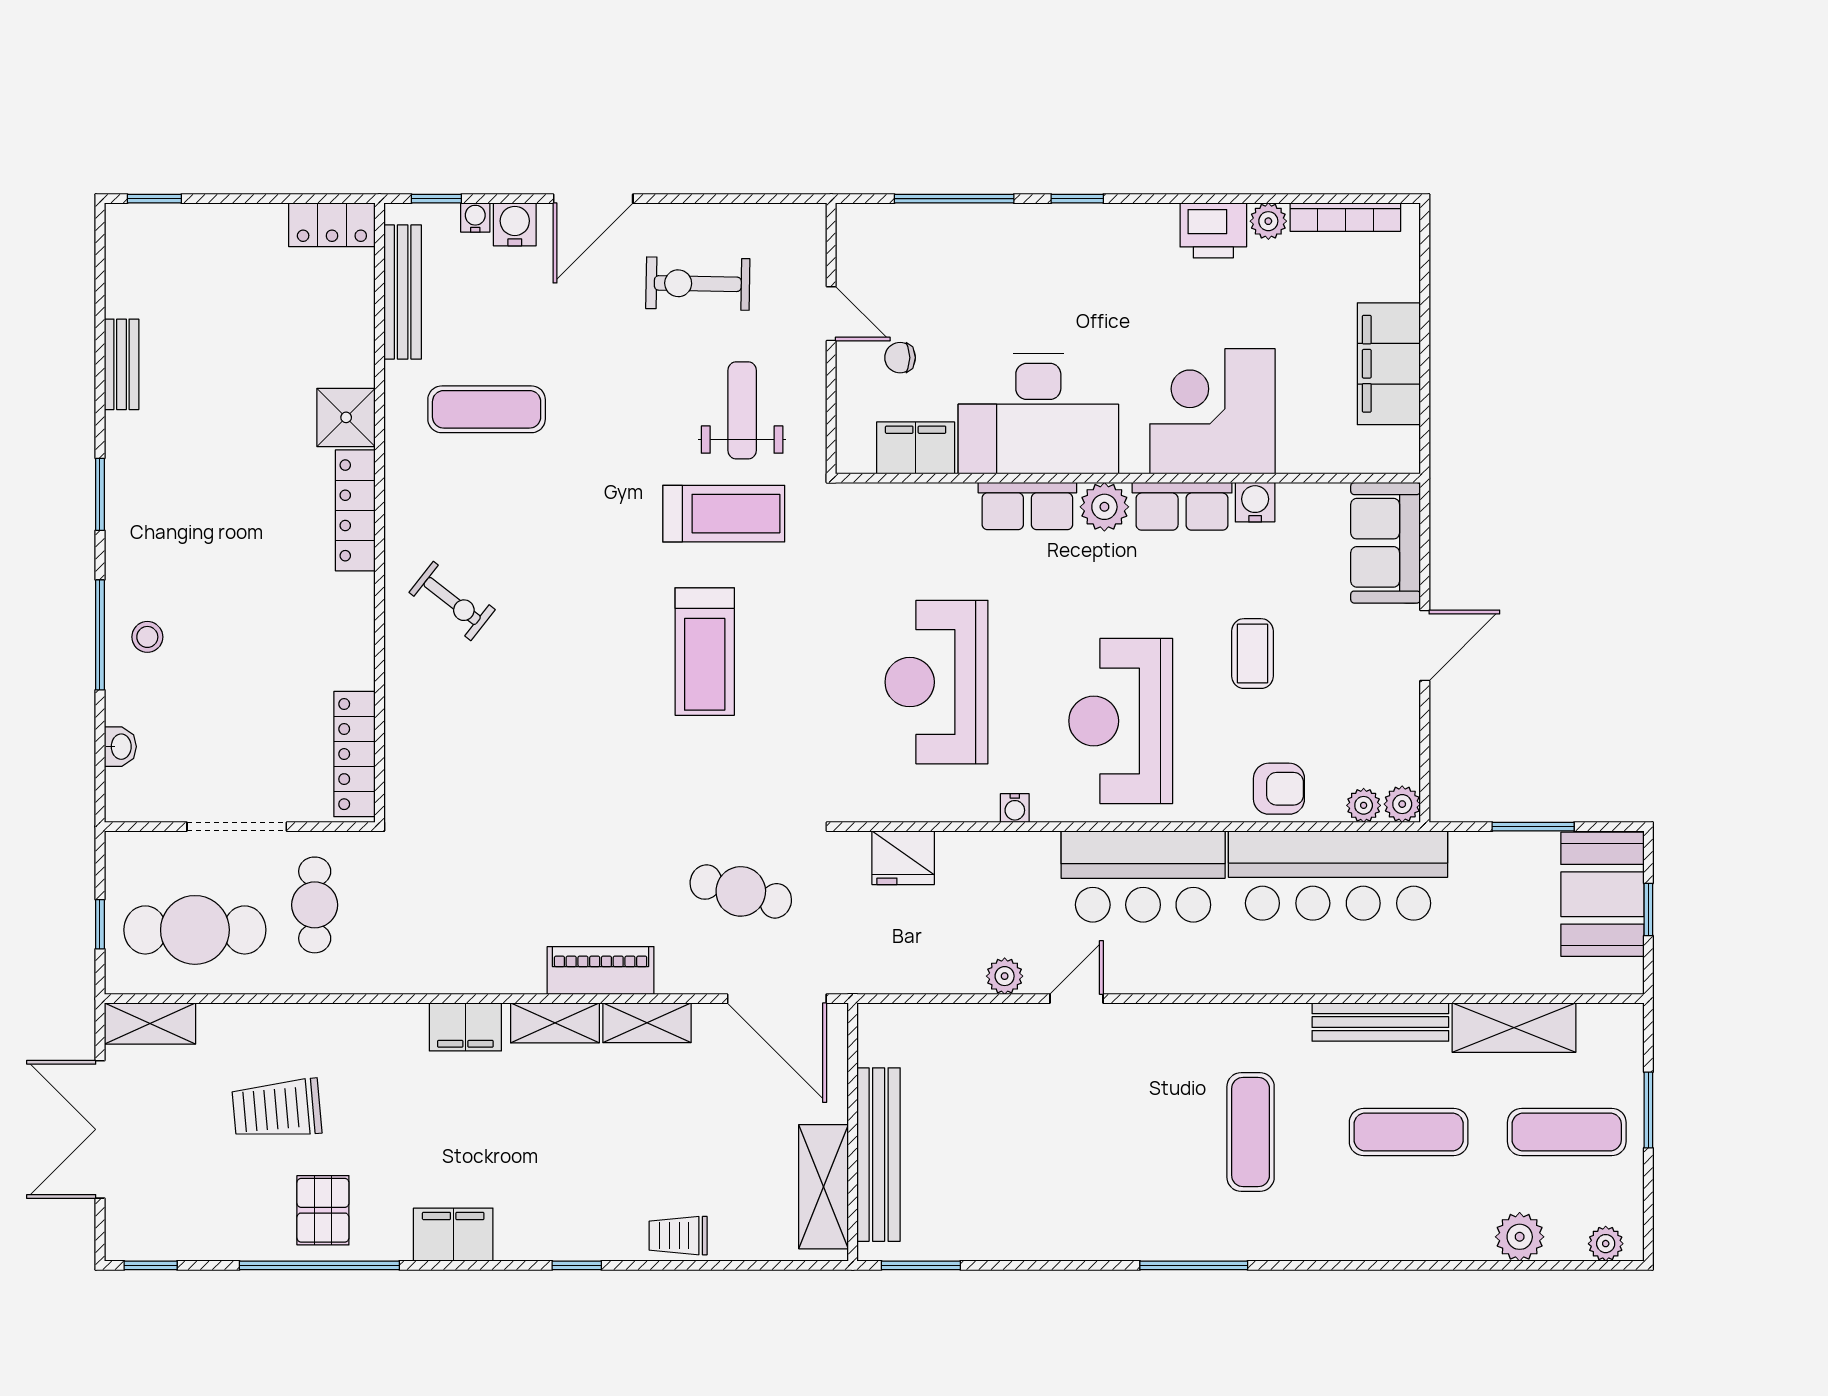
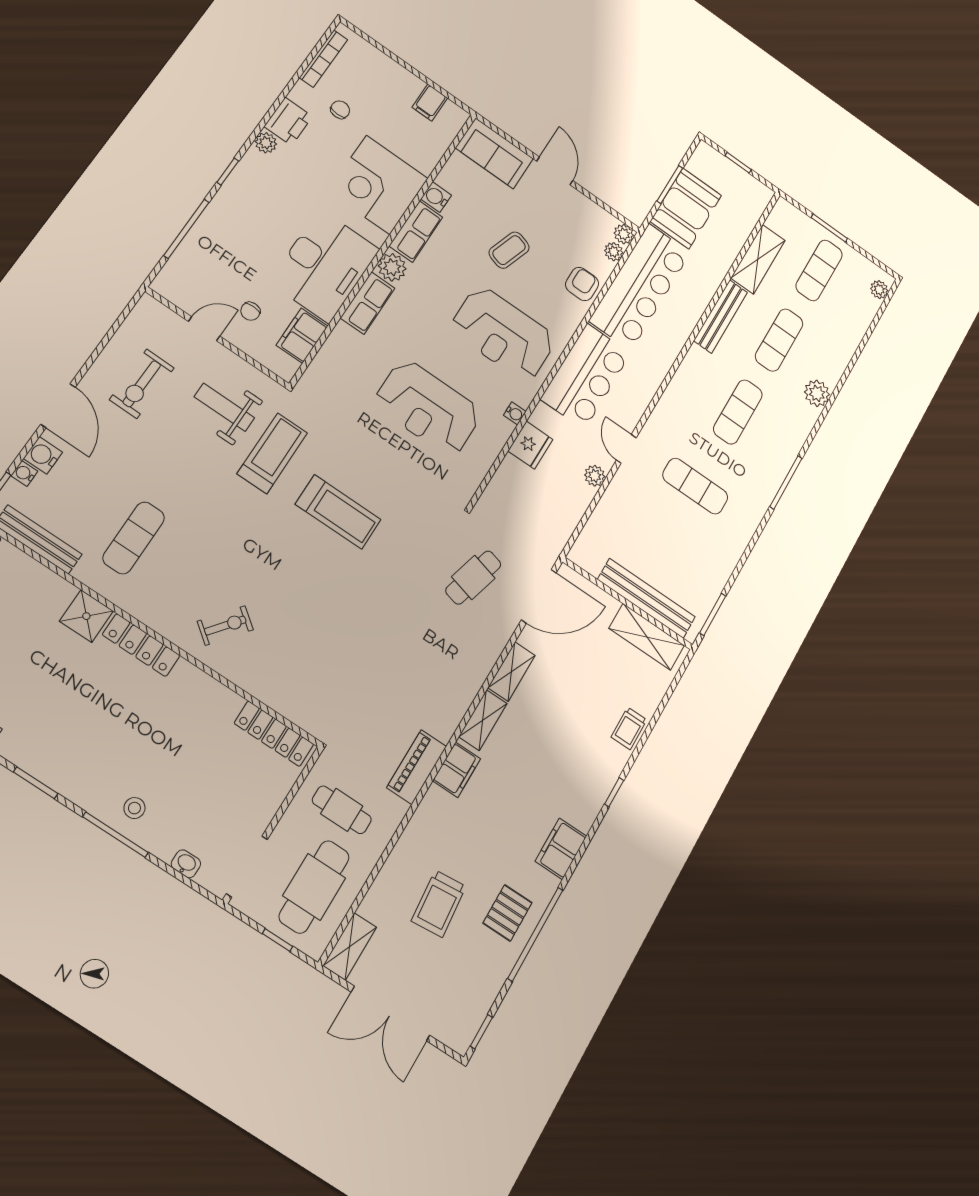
plant: (1268, 221) -> (266, 143), moved
chair: (1286, 289) -> (340, 110), added
filing cabinet: (1389, 364) -> (430, 103), width x0.33, depth x0.86
coffee table: (1252, 654) -> (509, 250), turned -72
doorway: (237, 827) -> (247, 866), moved
fridge: (903, 858) -> (530, 445), moved
booth: (1602, 894) -> (686, 208), moved, turned 90
piano: (601, 970) -> (417, 767), moved
exercise mat: (1092, 1132) -> (695, 486), added
exercise mat: (1251, 1132) -> (738, 412), turned 90
pallet: (323, 1210) -> (507, 913), turned 90
plant: (1520, 1237) -> (817, 393), moved

